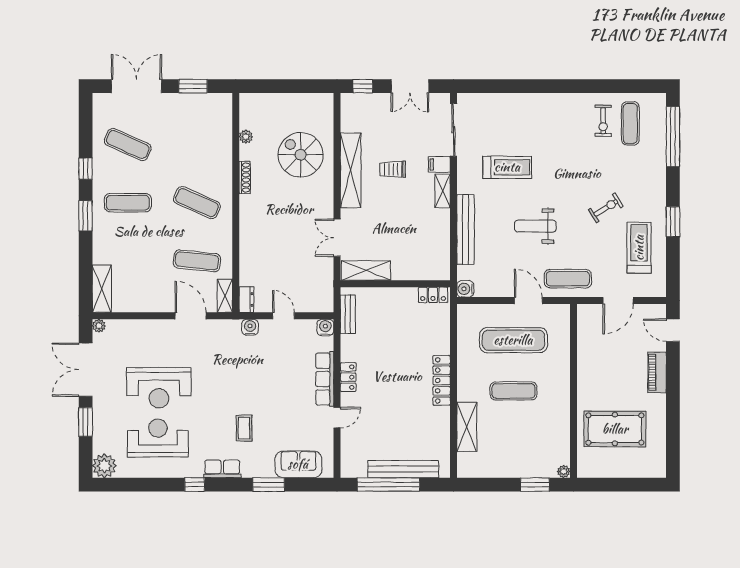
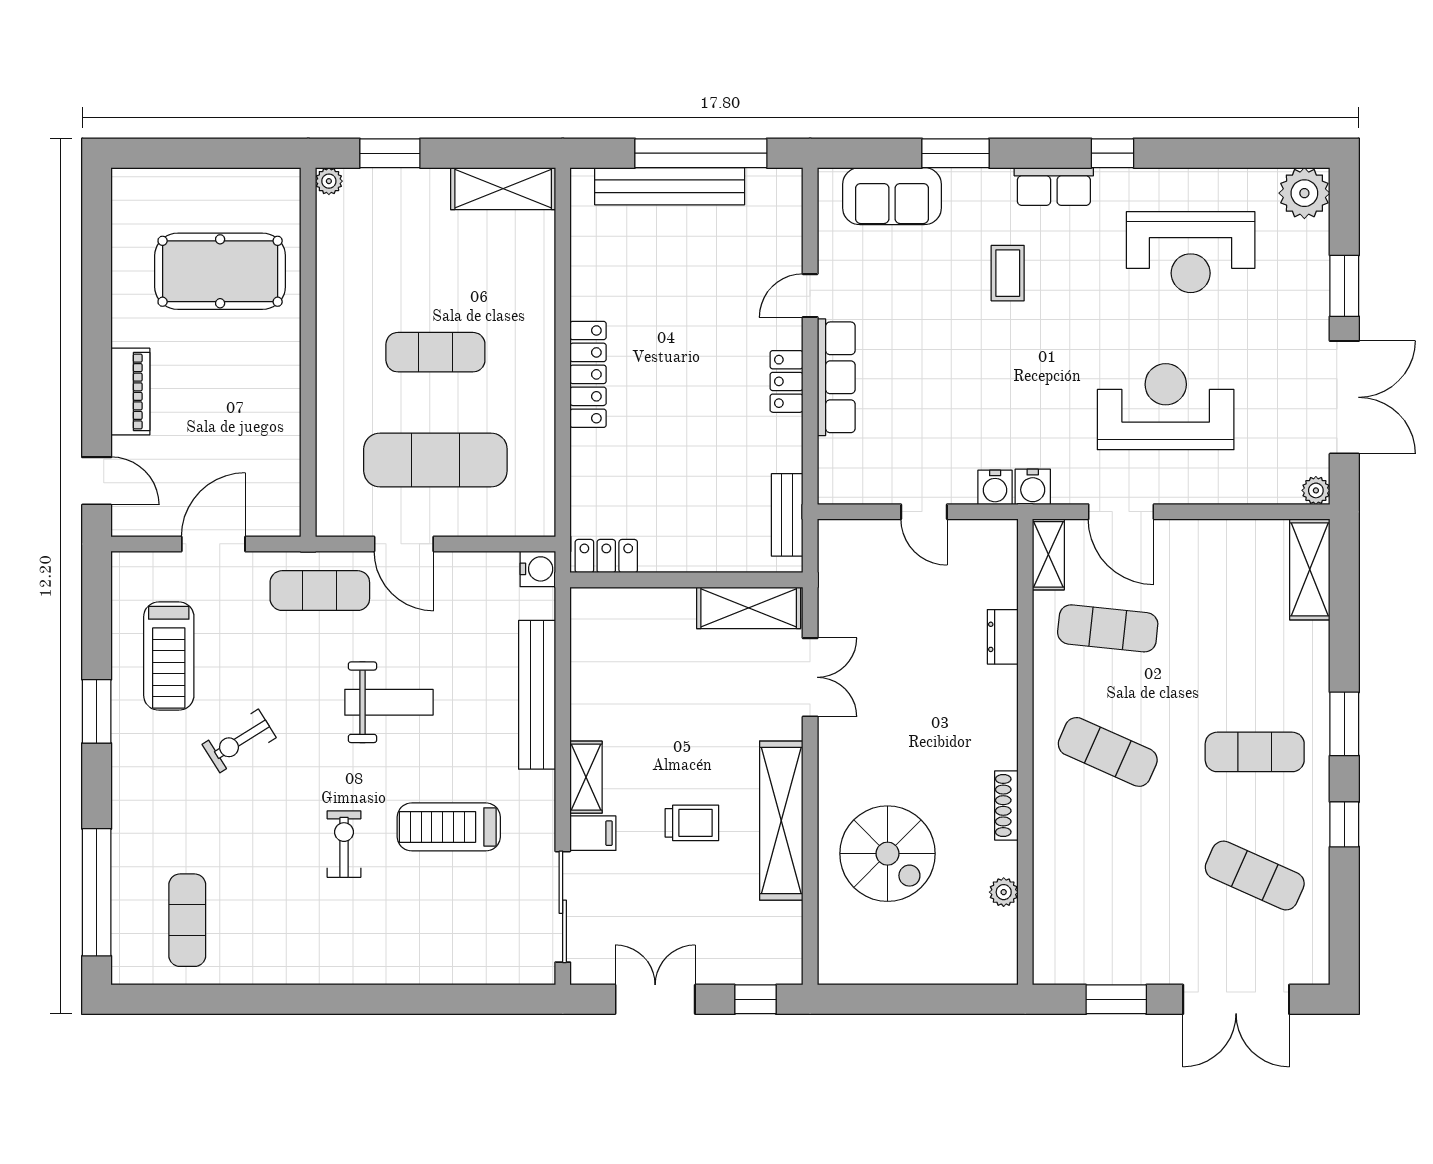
exercise bike: (603, 121) -> (344, 844), moved
dresser: (246, 300) -> (1003, 637), moved
water cooler: (325, 327) -> (1033, 487), moved
reception desk: (159, 388) -> (1166, 407), moved
shelving: (467, 427) -> (503, 189), moved, turned 90

